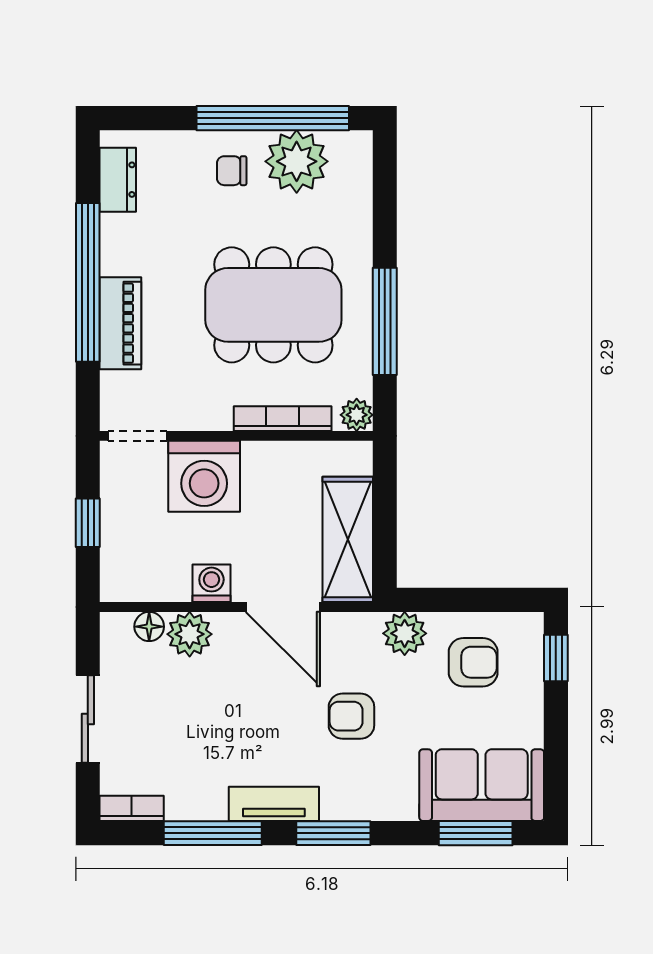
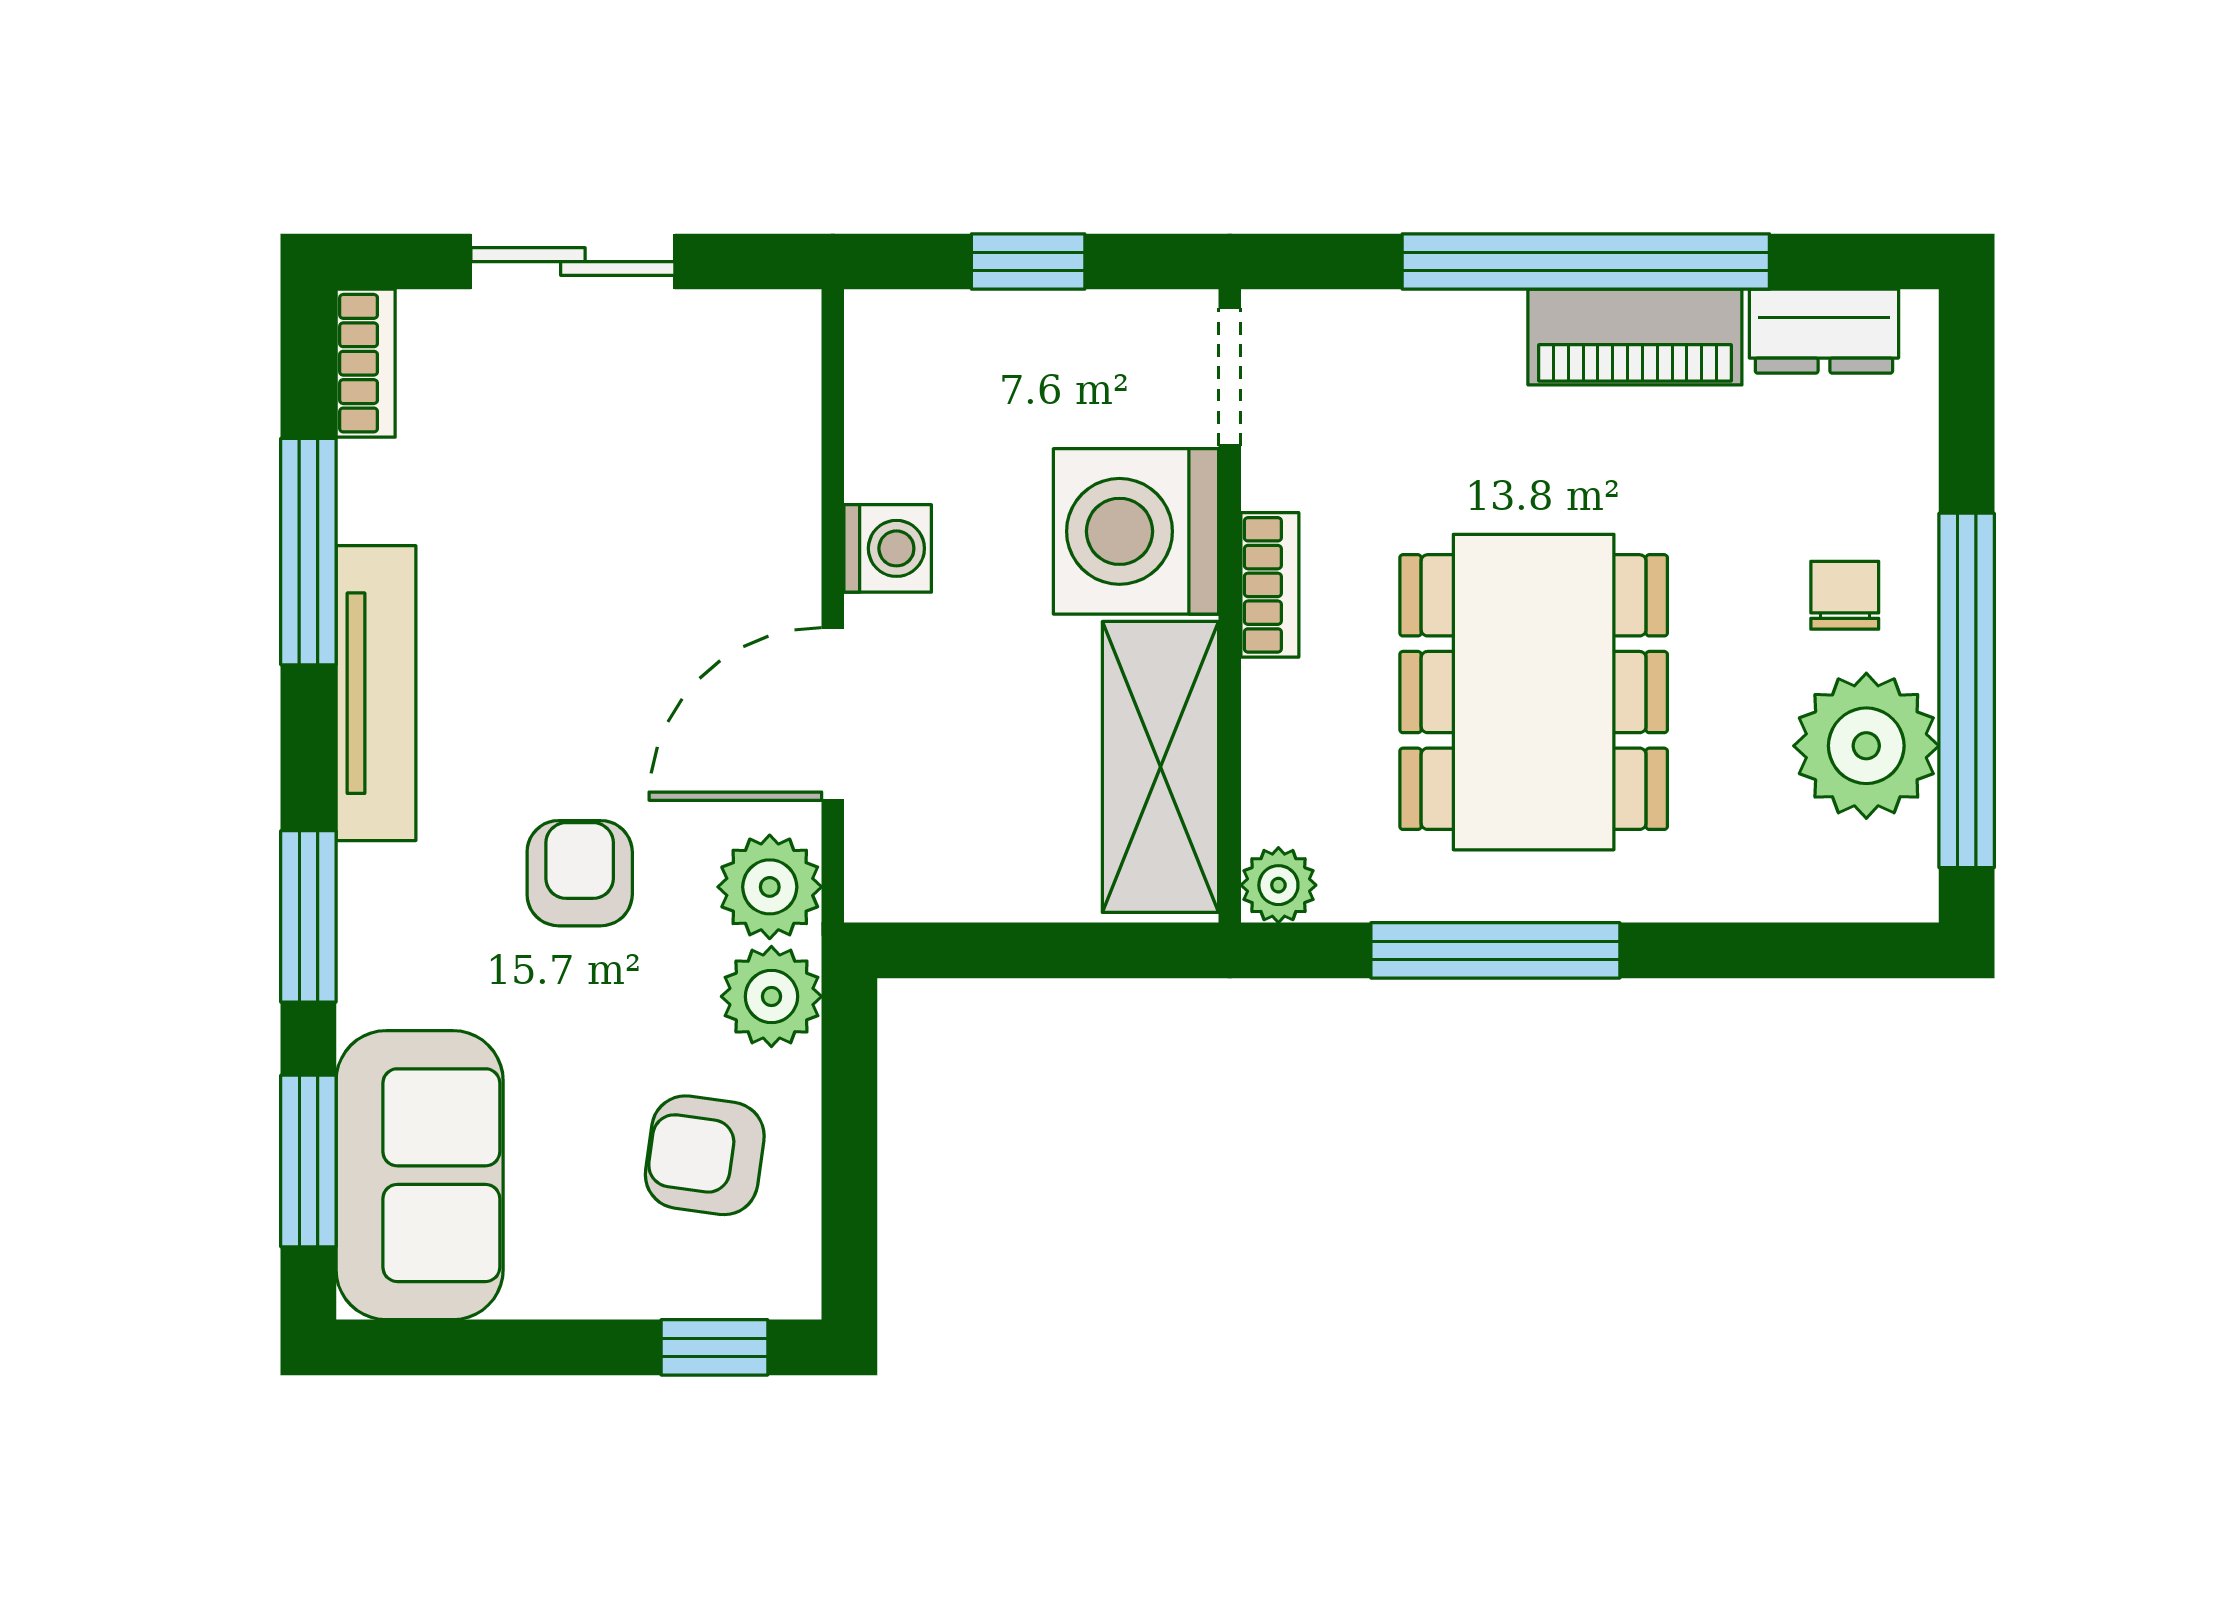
piano: (120, 323) -> (1635, 337), moved
bookcase: (283, 419) -> (1270, 585), moved, width x0.64
shelving: (348, 539) -> (1161, 767), moved, turned 90
floor lamp: (149, 627) -> (788, 404), removed
plant: (190, 634) -> (770, 887), moved
armchair: (473, 662) -> (705, 1155), turned 98
tv unit: (274, 804) -> (376, 693), width x1.41
window: (333, 833) -> (308, 916), moved

